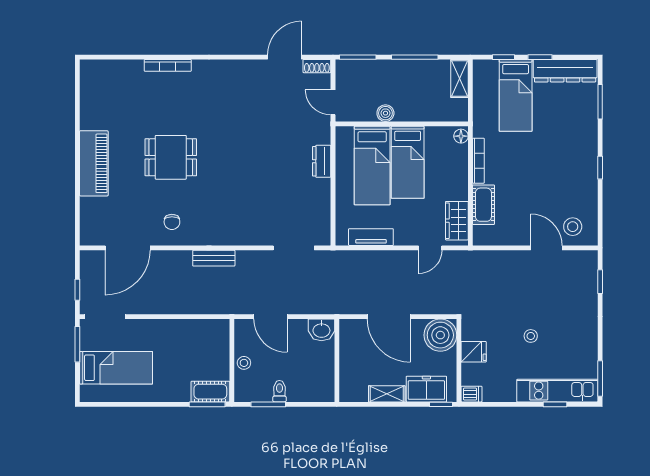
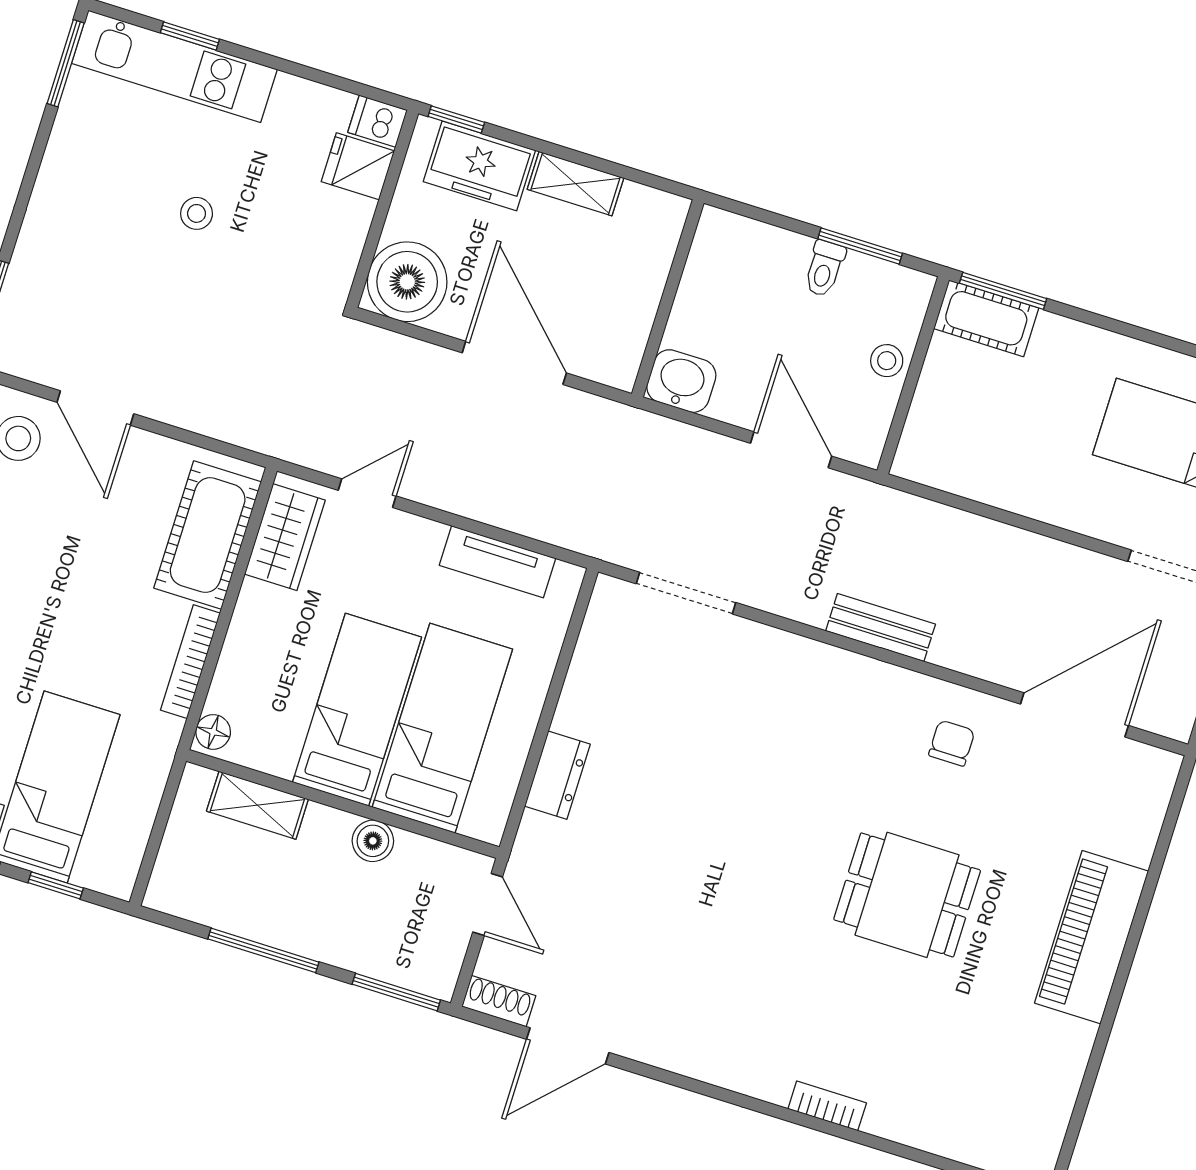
bookcase: (168, 65) -> (827, 1106), width x0.64
shelving: (459, 79) -> (257, 805), moved, turned 90
cot: (483, 205) -> (208, 535), width x1.37, depth x1.34
fridge: (474, 352) -> (358, 166), moved

